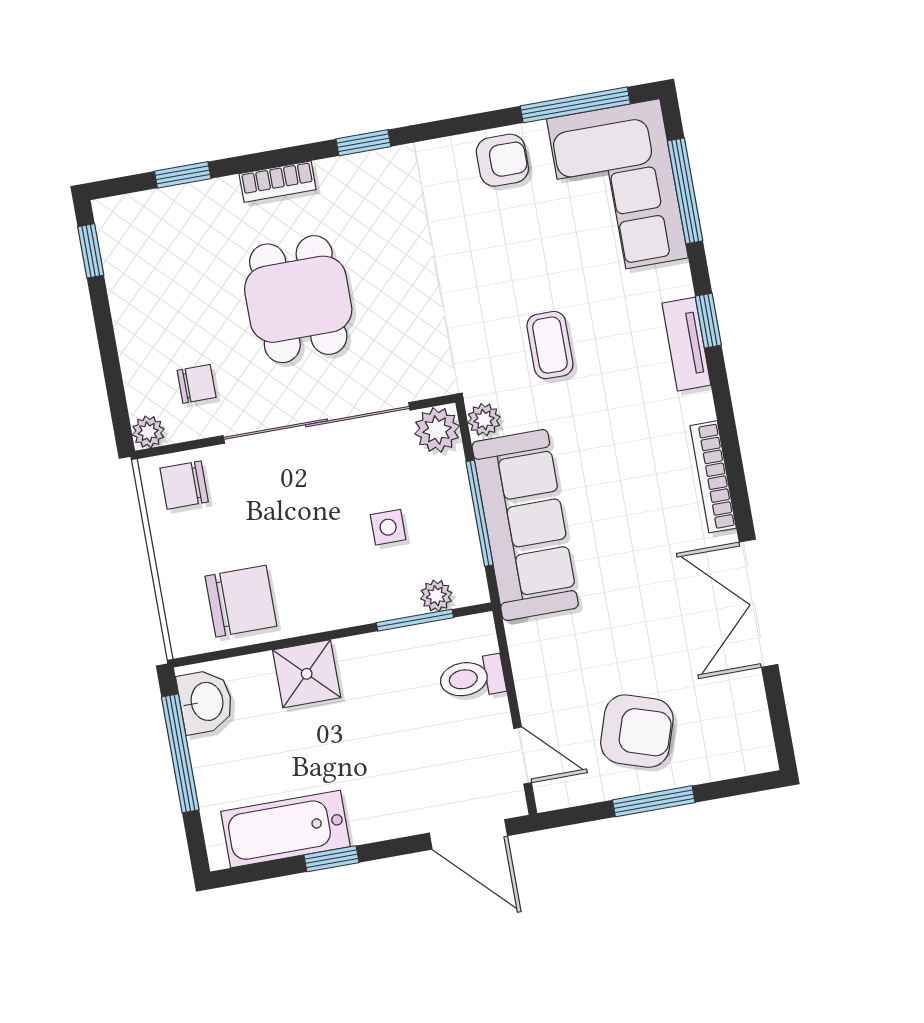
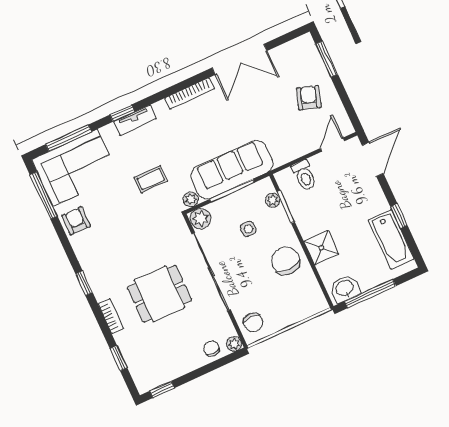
chair: (197, 384) -> (211, 348), moved
chair: (241, 601) -> (286, 261), moved
armchair: (637, 731) -> (309, 98), width x0.72, depth x0.72
window: (654, 801) -> (327, 59), moved

